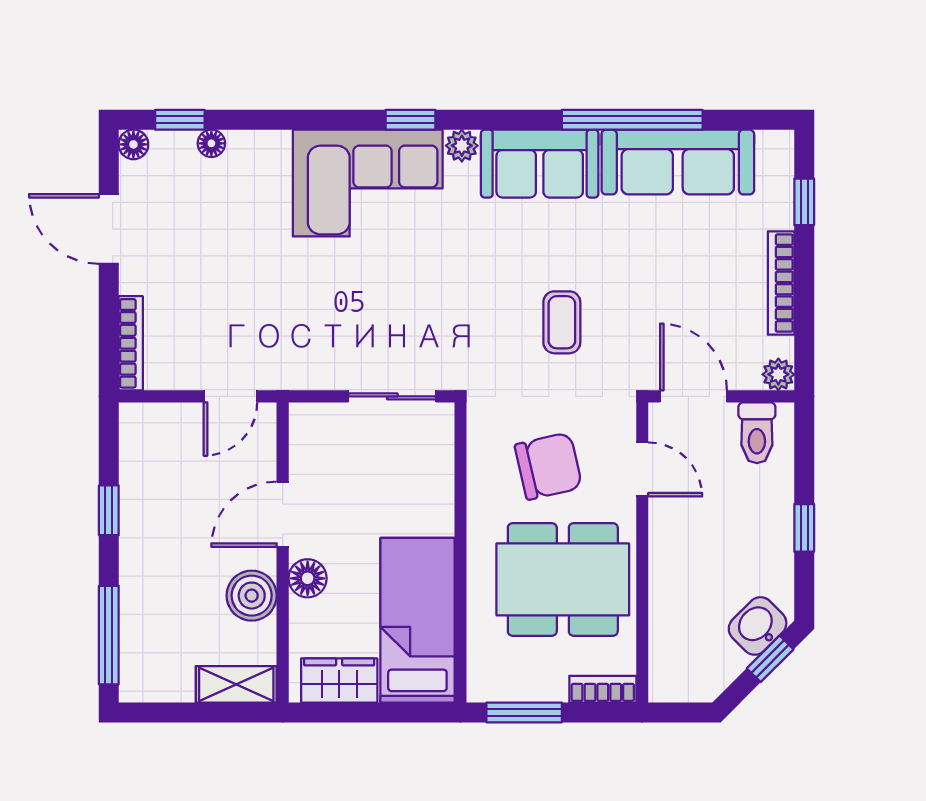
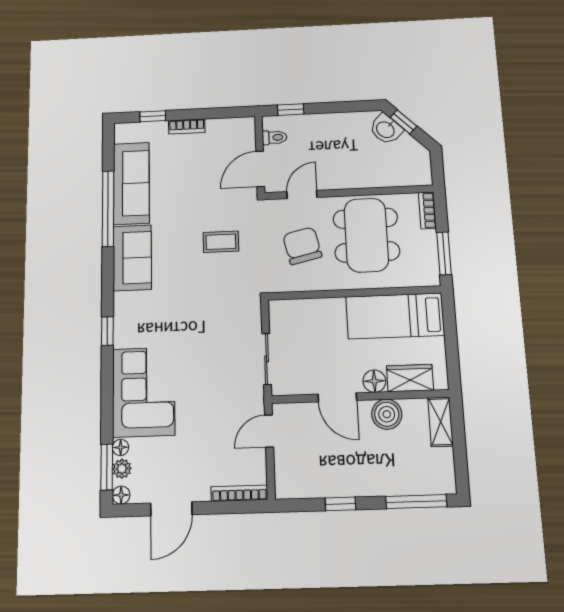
window: (180, 120) -> (107, 467), width x1.50
plant: (462, 146) -> (122, 469), moved
corner sofa: (368, 183) -> (144, 392), moved
bookcase: (781, 283) -> (187, 127), width x0.64
plant: (778, 374) -> (247, 125), removed
door: (230, 396) -> (269, 431), swing flipped
sliding door: (392, 396) -> (267, 359), moved
toilet: (757, 433) -> (274, 138), width x0.73, depth x0.72
window: (804, 528) -> (291, 110), moved
wardrobe: (339, 680) -> (410, 378), moved, turned 90

